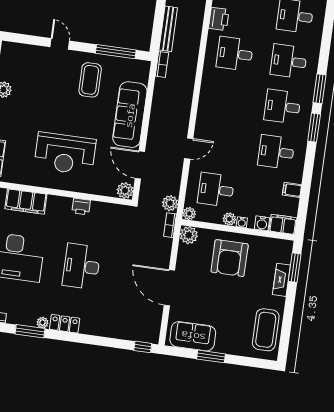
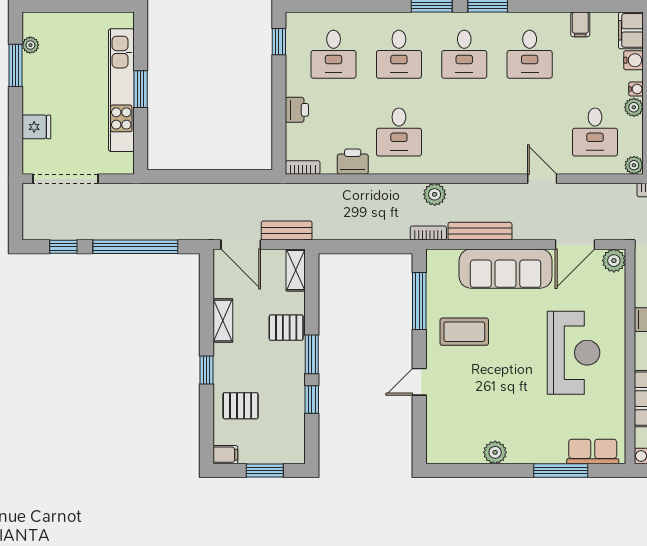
bench: (168, 29) -> (480, 231), moved
plant: (170, 203) -> (435, 194), moved

